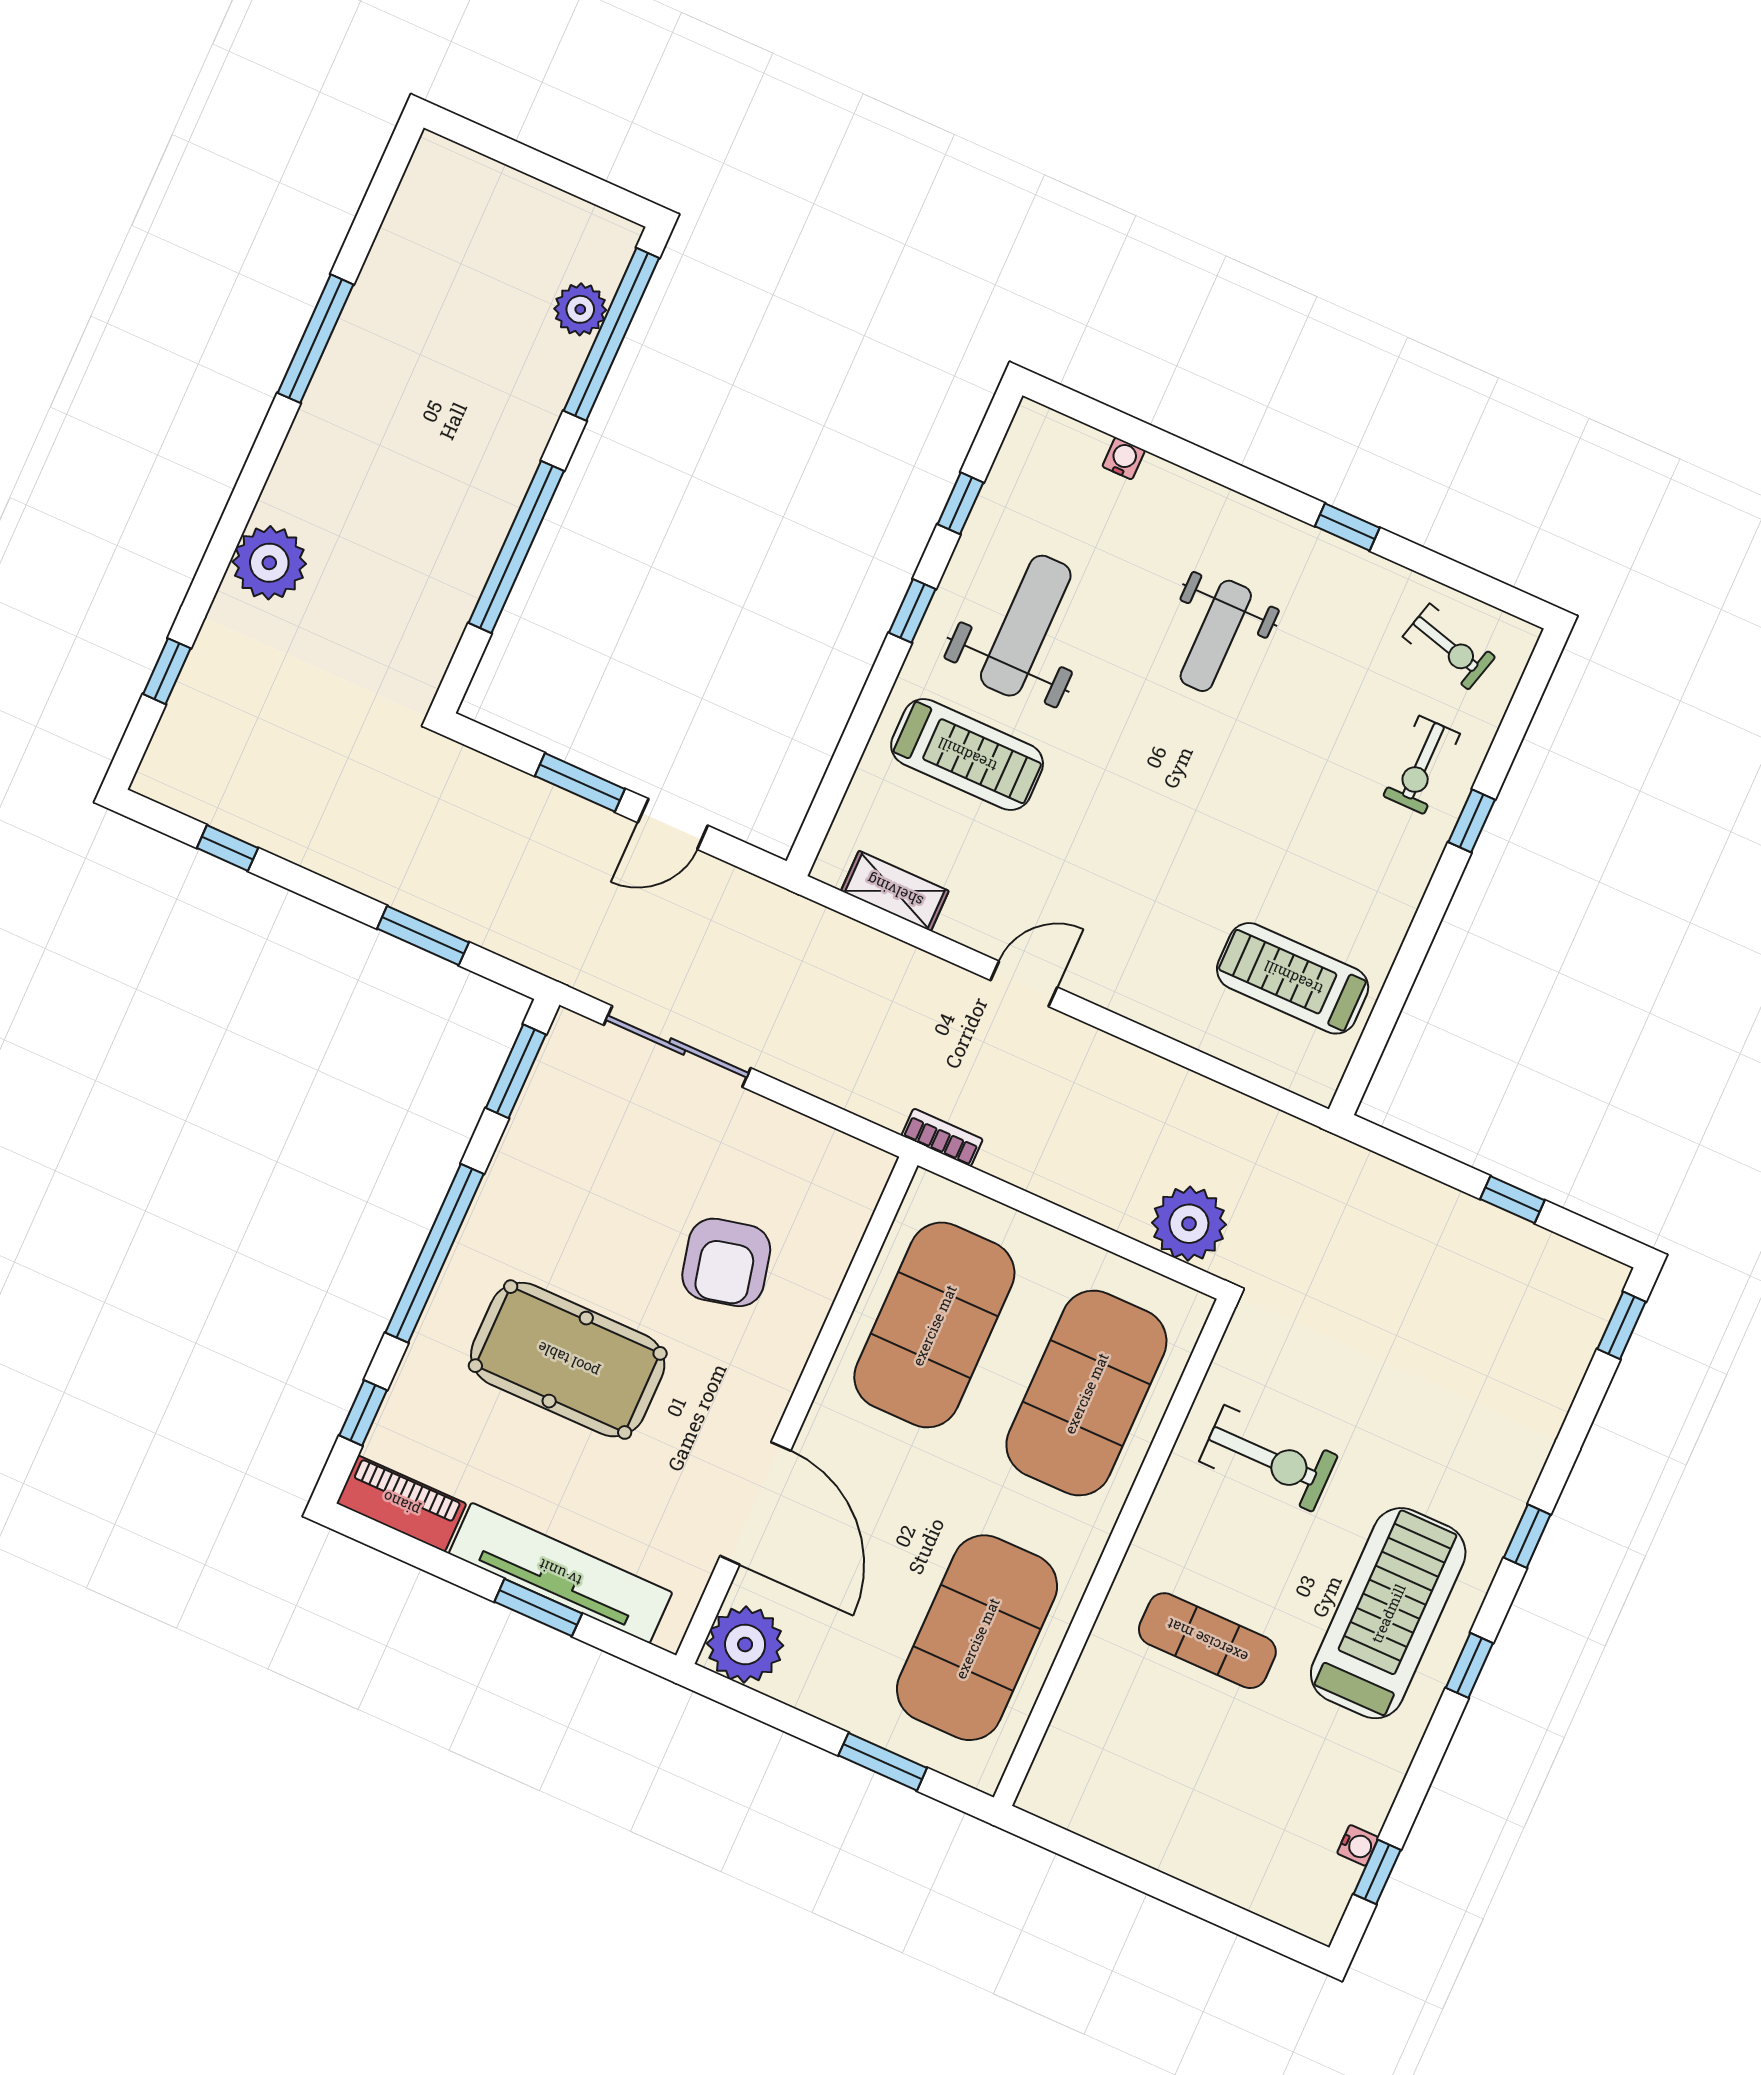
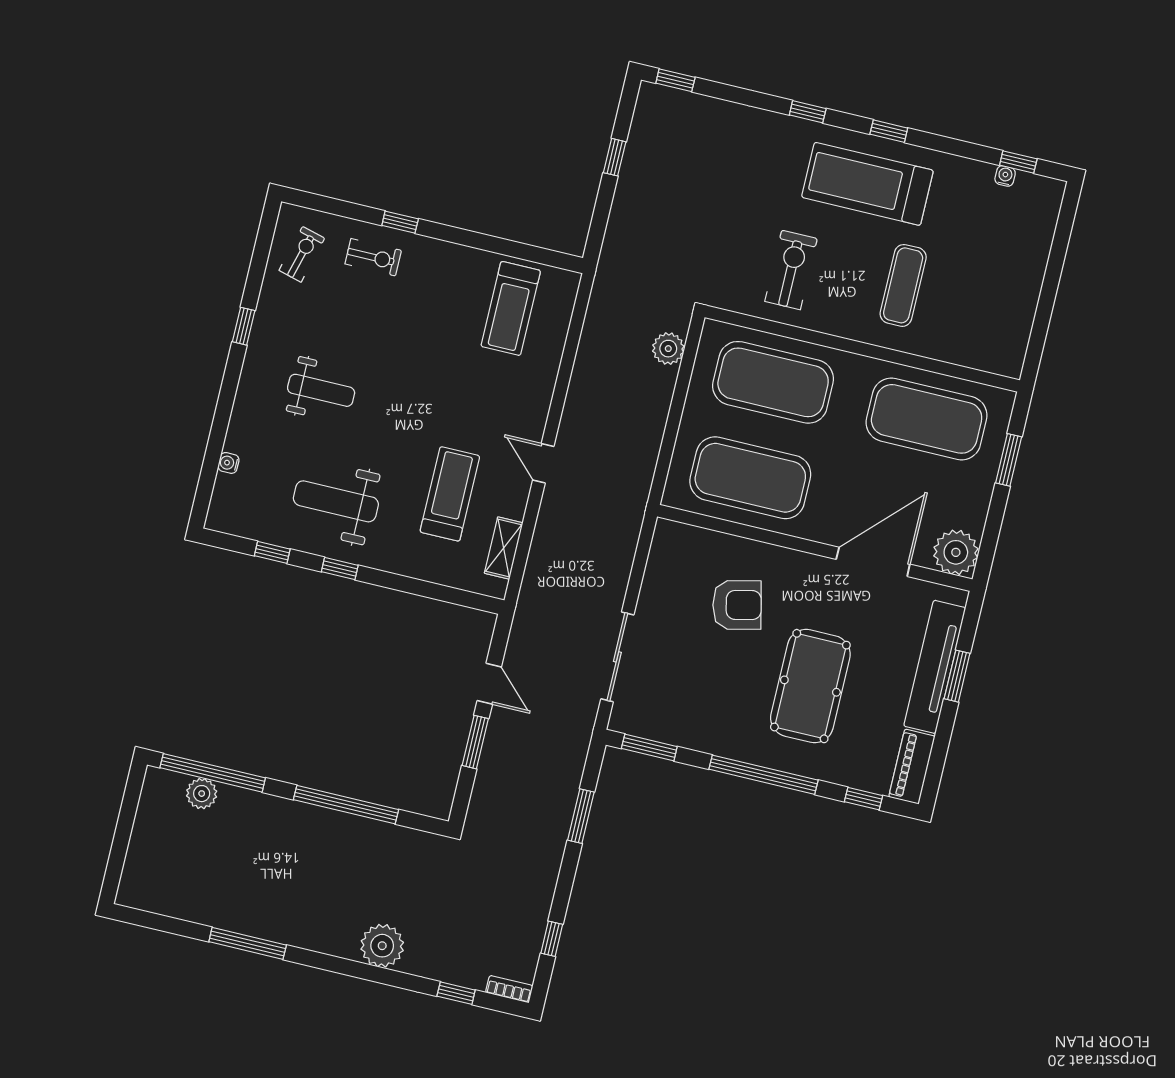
treadmill: (967, 755) -> (450, 494), moved
bookcase: (942, 1137) -> (509, 989), moved, turned 90
plant: (1189, 1224) -> (668, 349), width x0.73, depth x0.73

